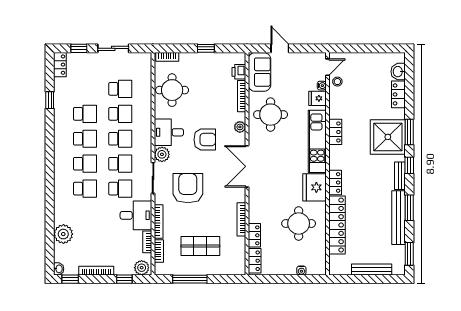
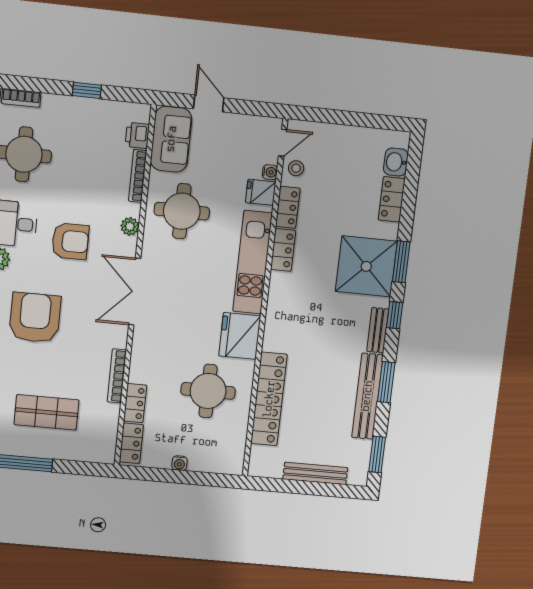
locker: (335, 182) -> (288, 207), moved
water cooler: (301, 271) -> (179, 463), moved

